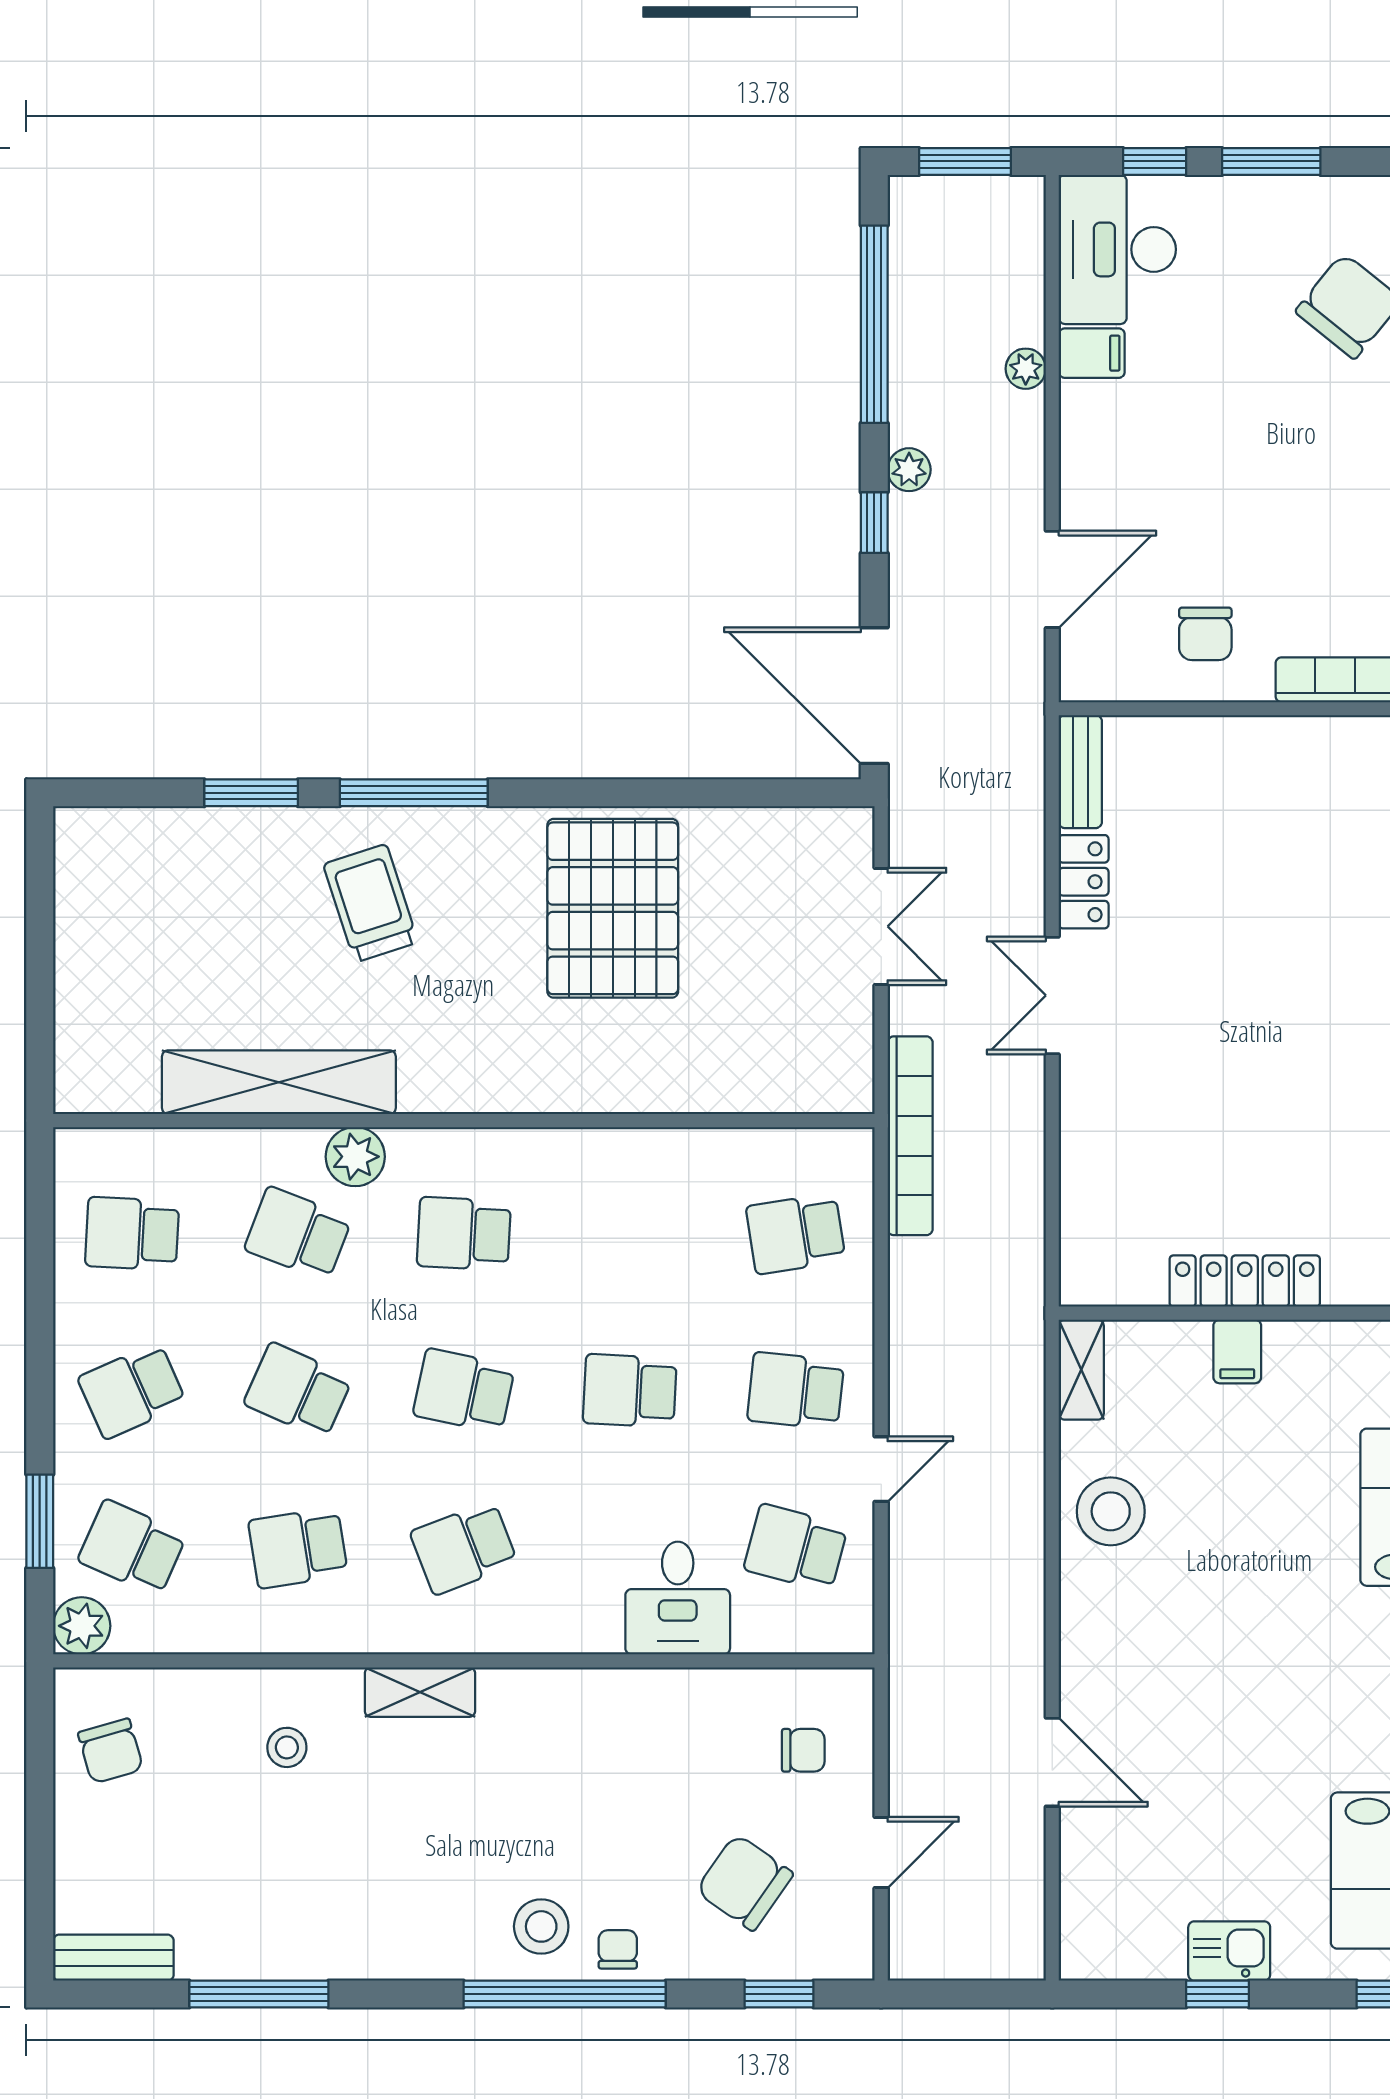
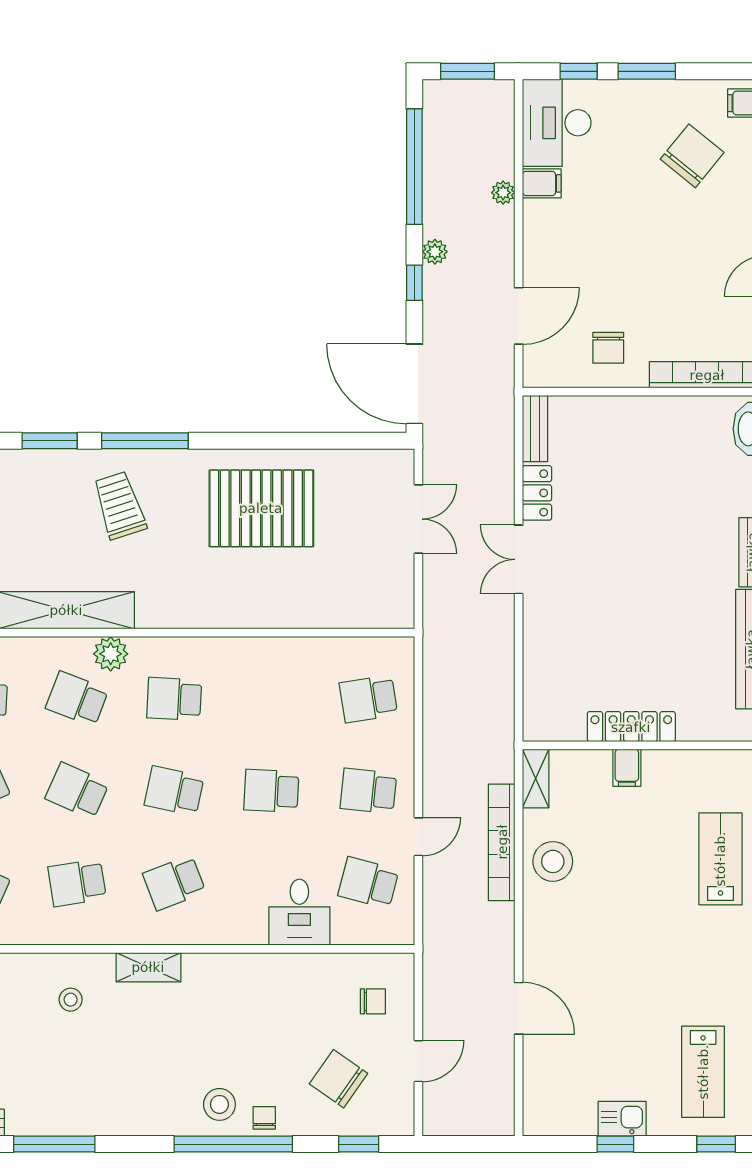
pallet: (613, 908) -> (261, 508), turned 90
bookcase: (910, 1136) -> (502, 842), moved, turned 180

